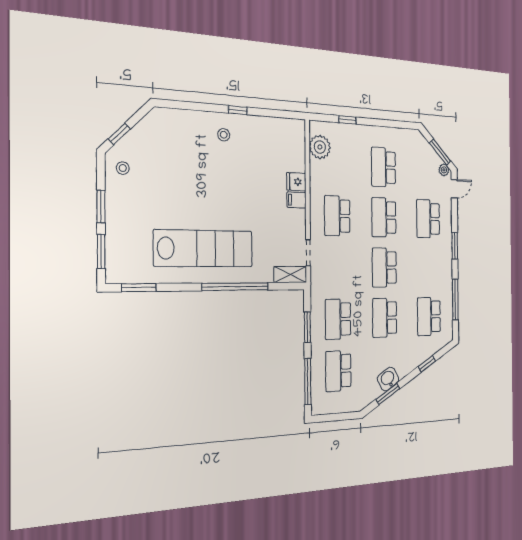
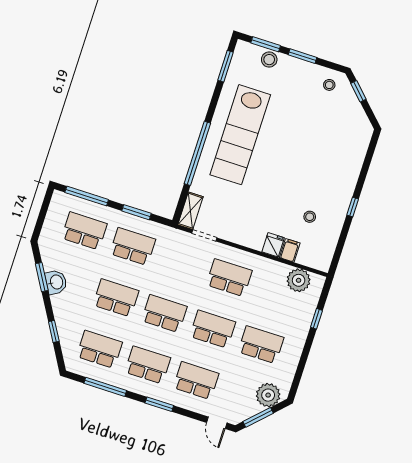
stool: (224, 135) -> (310, 217), moved
plant: (444, 170) -> (268, 395), moved, width x1.88, depth x1.88
filing cabinet: (297, 200) -> (290, 250), moved
stool: (117, 242) -> (269, 60), added
school desk: (428, 268) -> (148, 365), added

